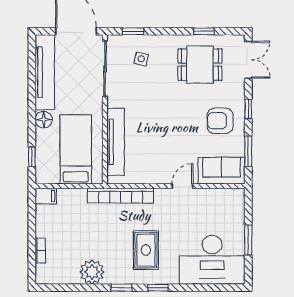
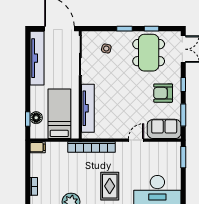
window: (133, 31) -> (125, 29), moved
dining table: (200, 65) -> (149, 53), width x1.38
floor lamp: (44, 120) -> (36, 118), moved
window: (248, 240) -> (183, 157), moved

